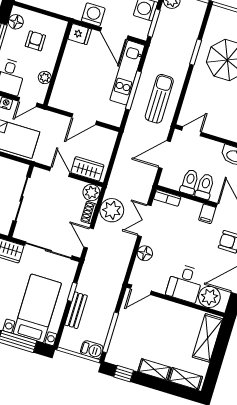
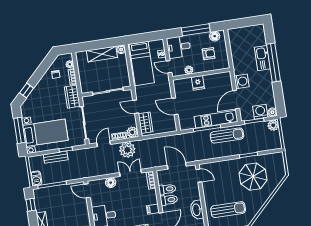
fridge: (80, 34) -> (198, 83), moved
sun lounger: (159, 99) -> (227, 136), moved
door: (60, 172) -> (136, 107), swing flipped

